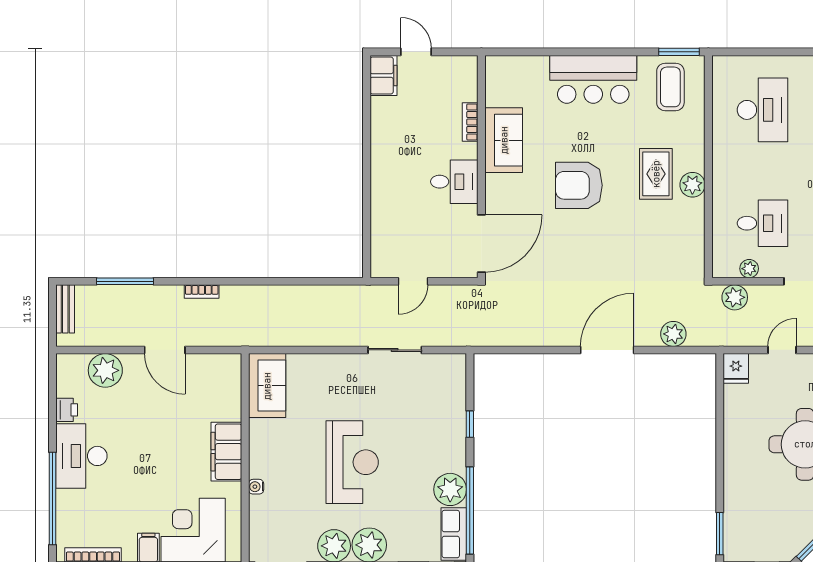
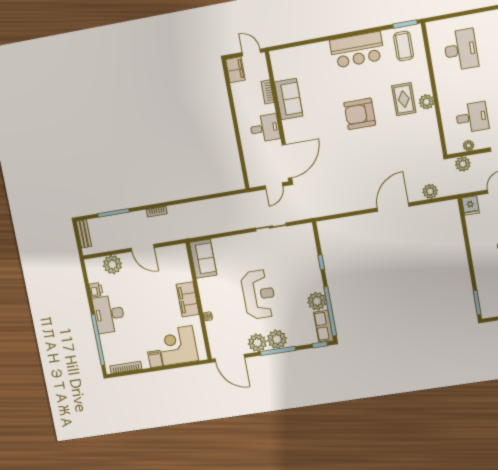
bookcase: (470, 122) -> (268, 92), moved
sofa: (504, 140) -> (289, 99), moved
wall: (481, 167) -> (279, 117), moved
desk: (454, 182) -> (265, 128), moved
door: (481, 244) -> (287, 161), moved

